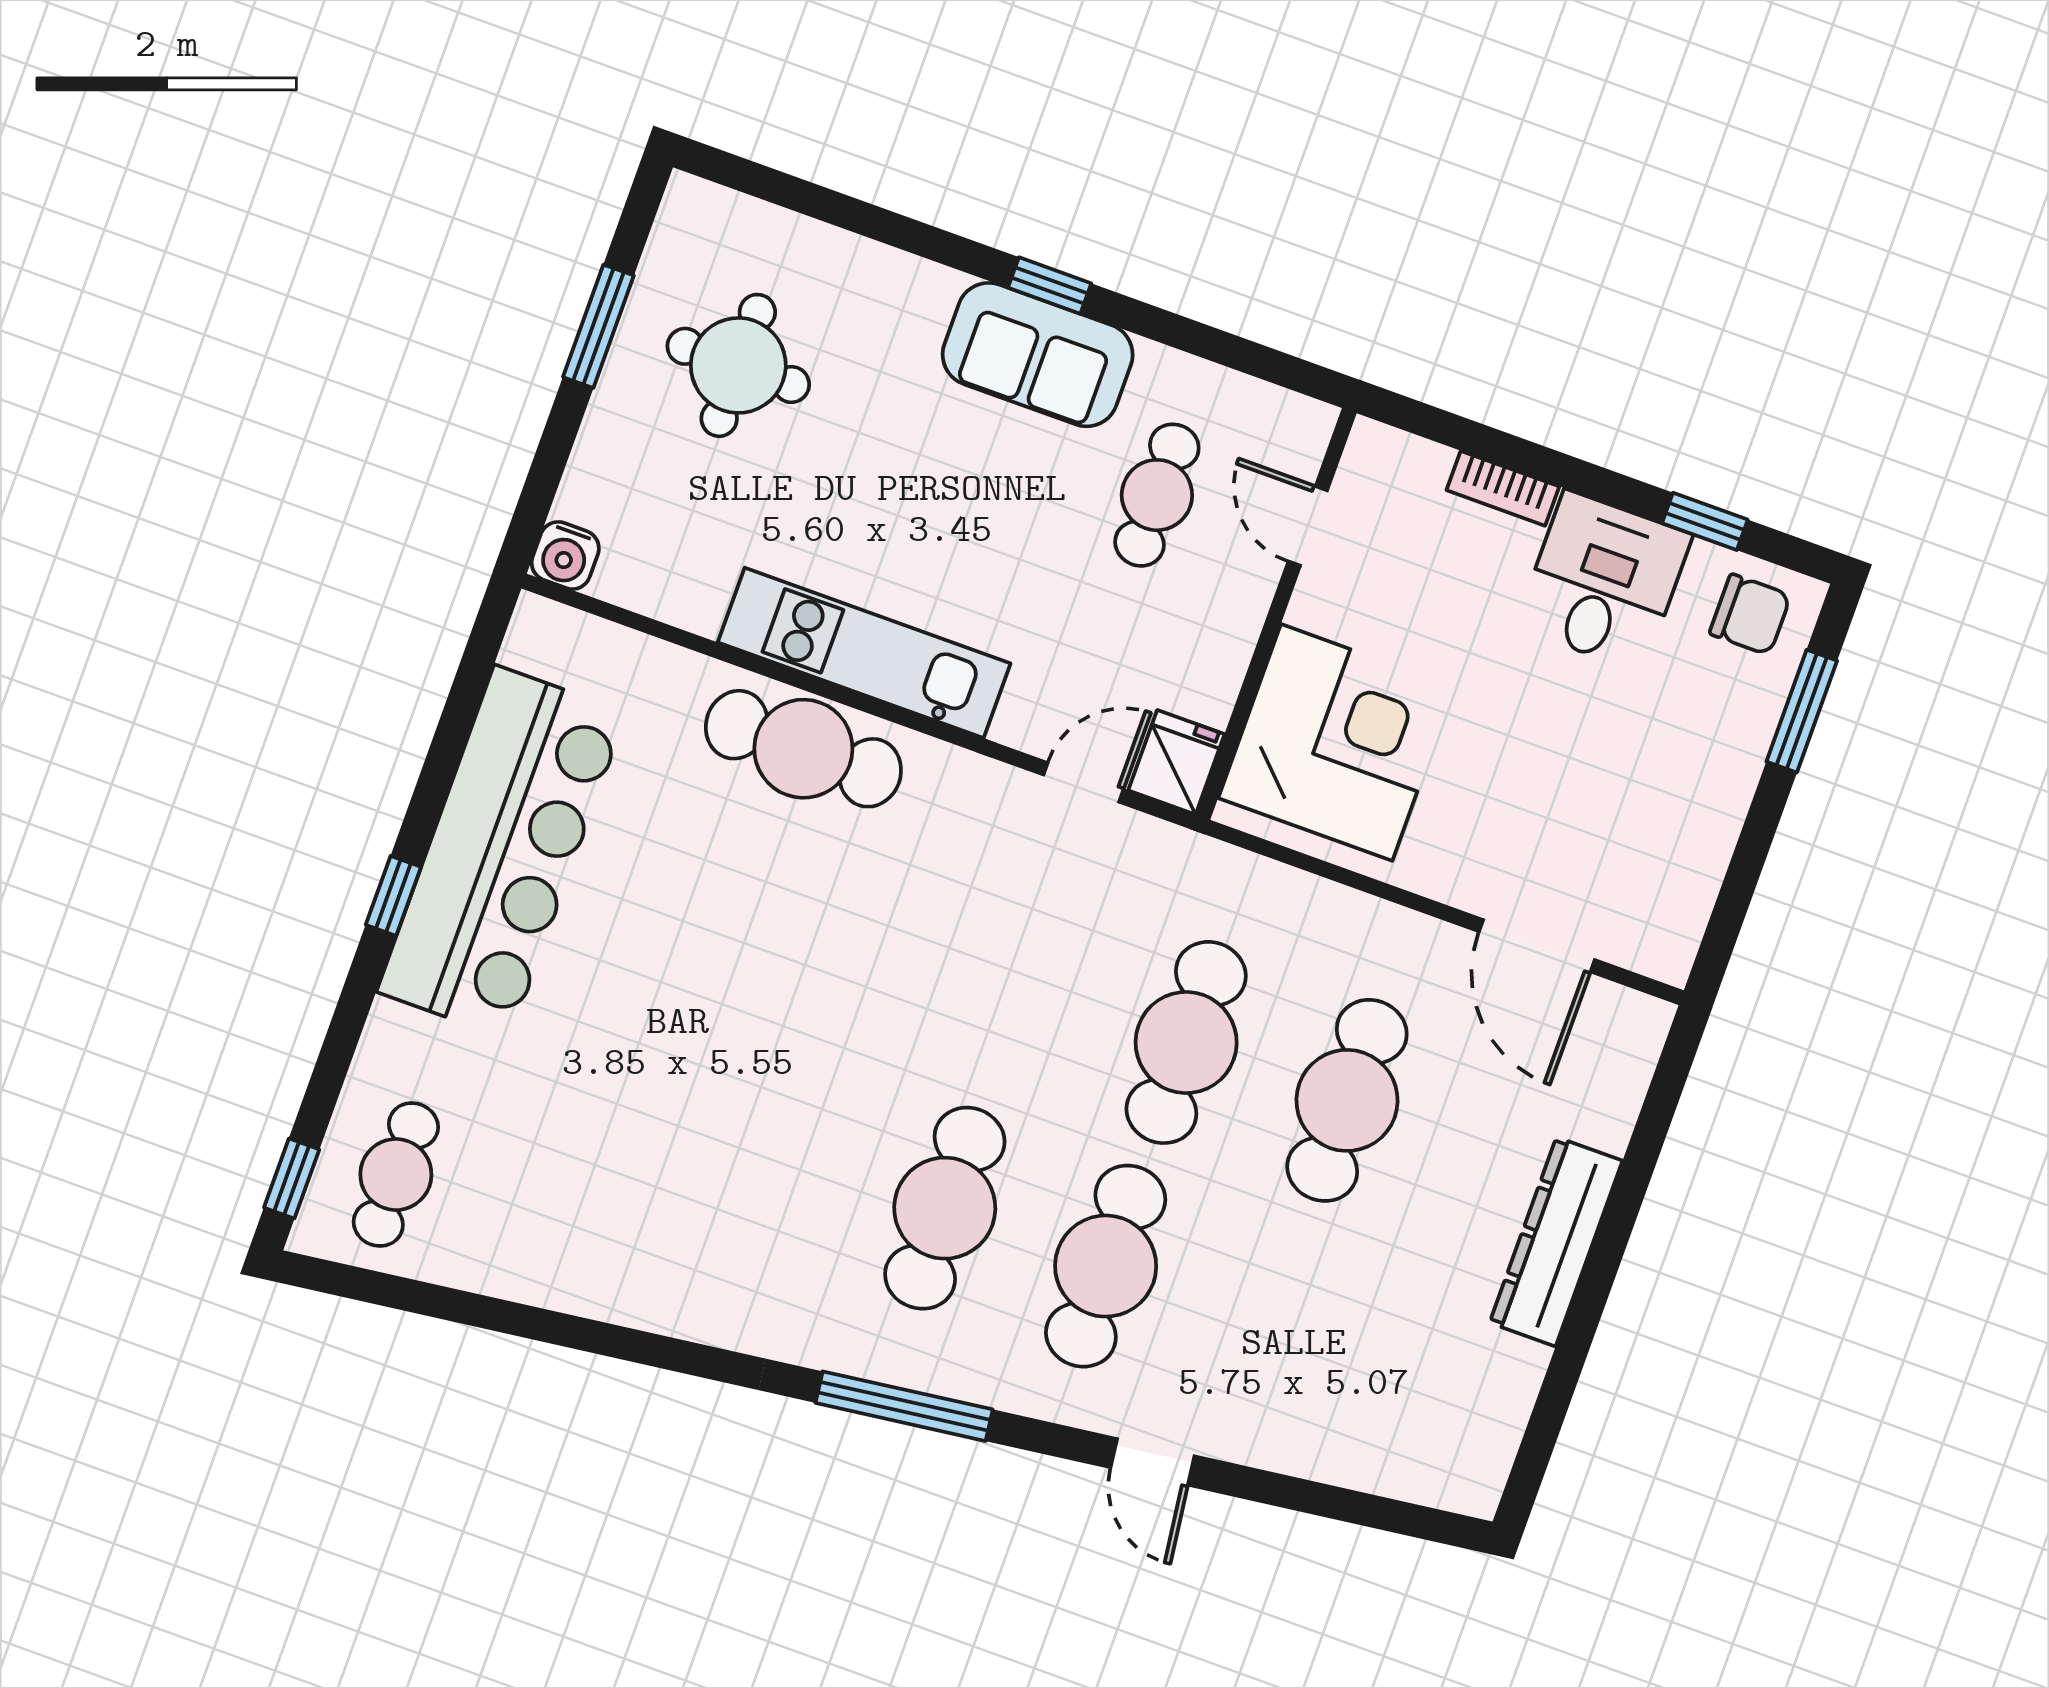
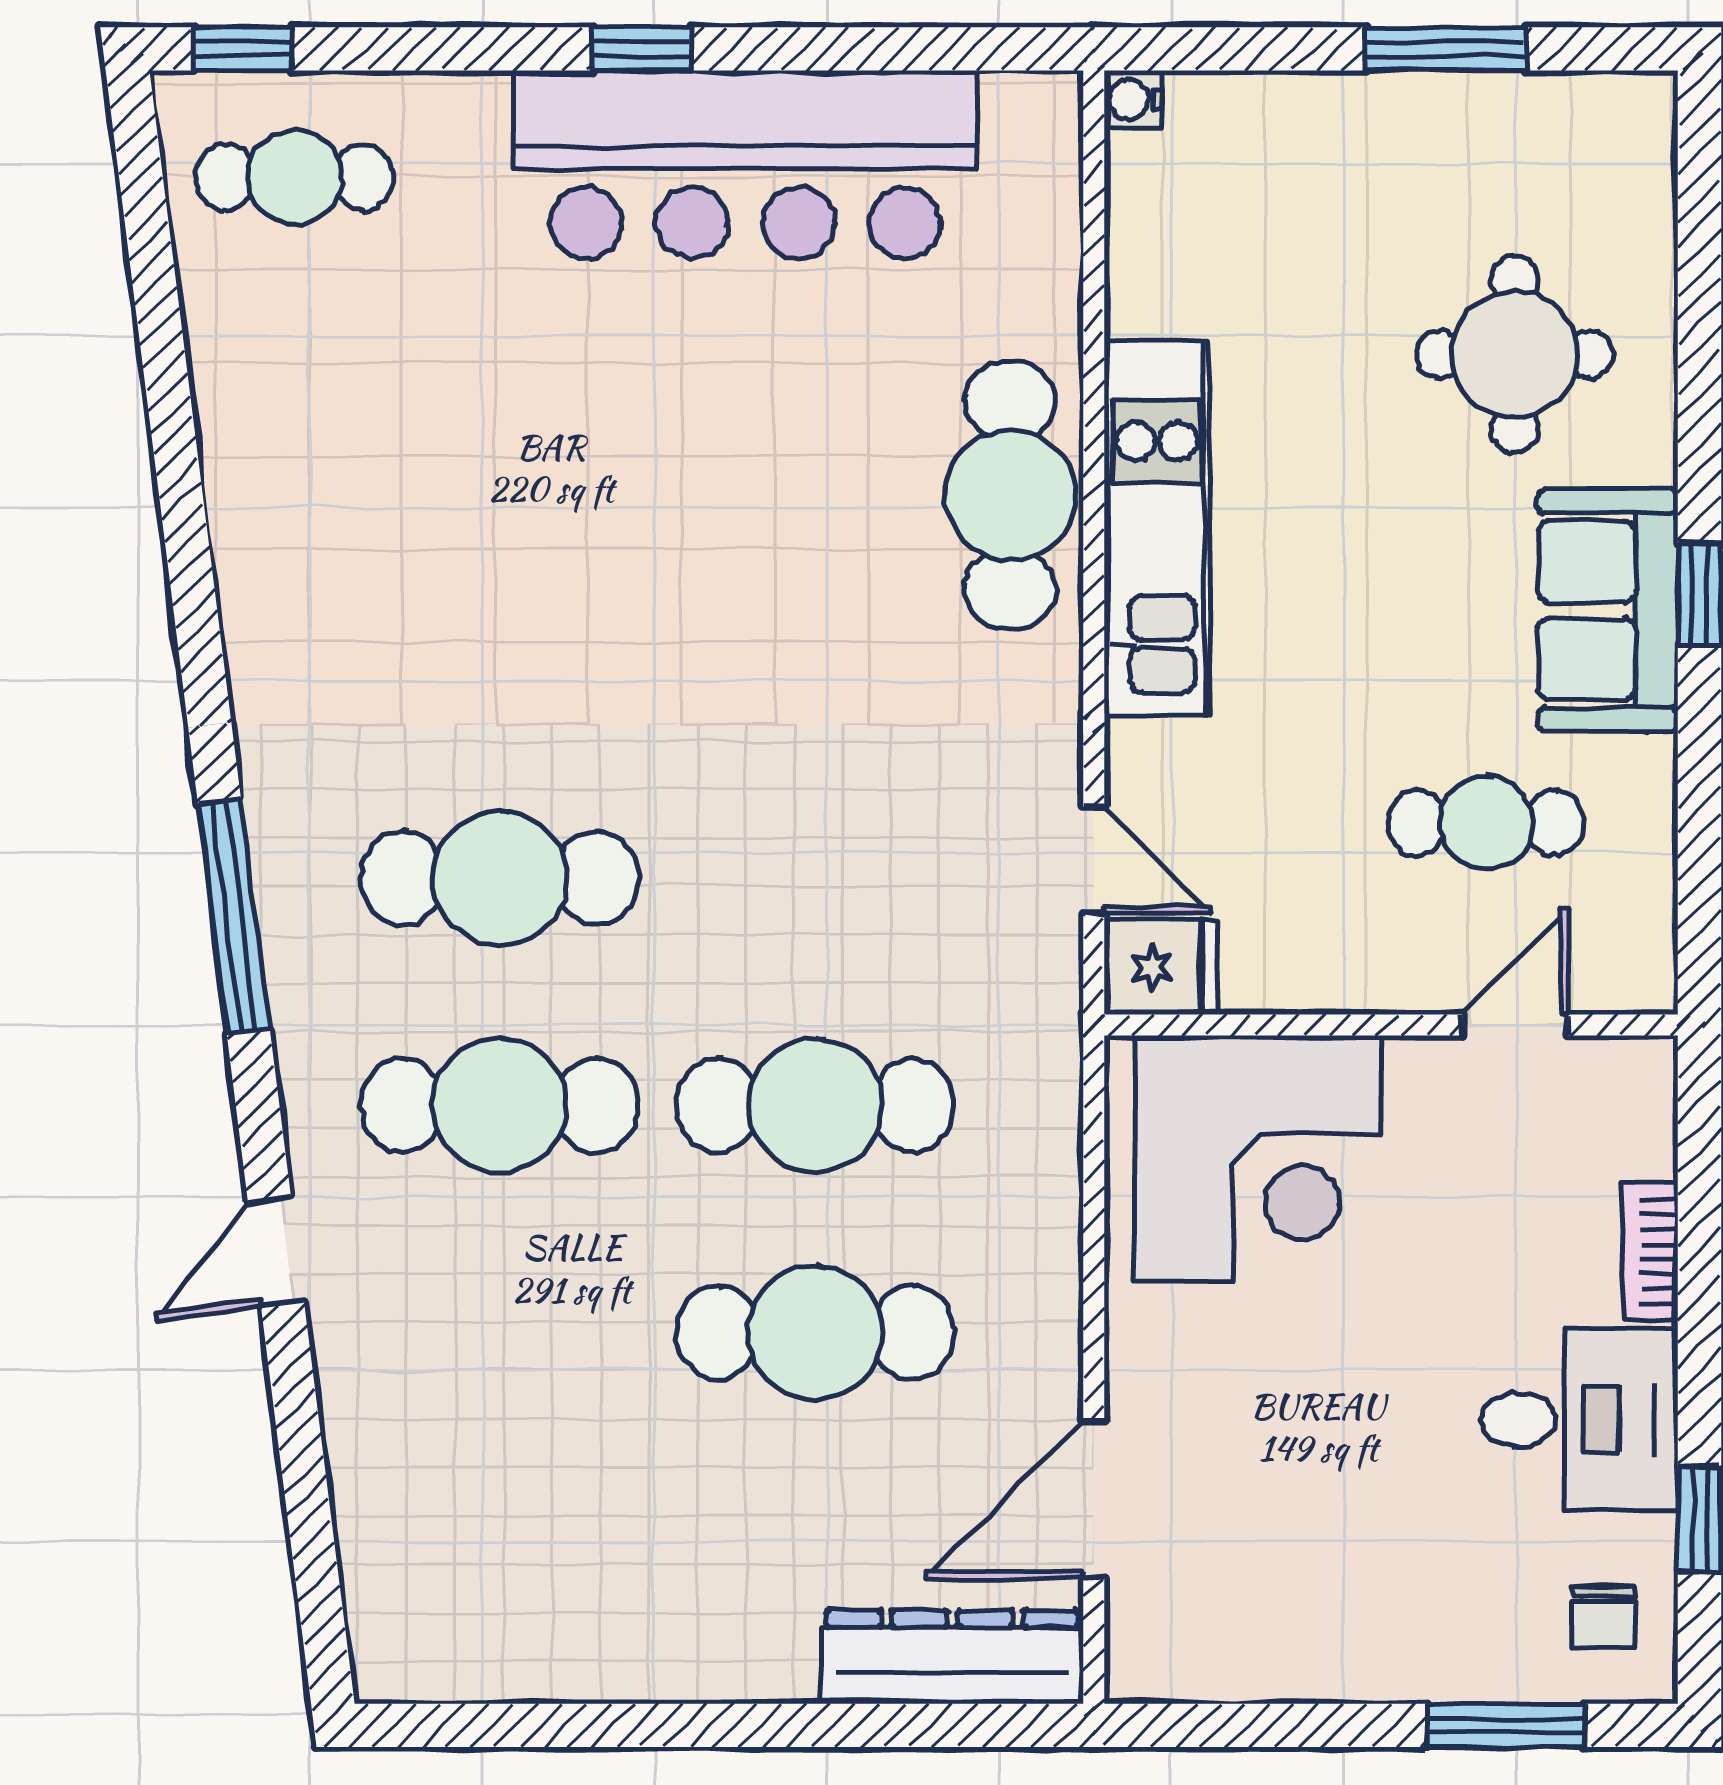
round table: (738, 365) -> (1515, 354), moved
water cooler: (565, 556) -> (1133, 99), width x0.72, depth x0.72
chair: (1750, 614) -> (1604, 1617), width x0.73, depth x0.73
dresser: (1556, 1242) -> (952, 1657), moved

